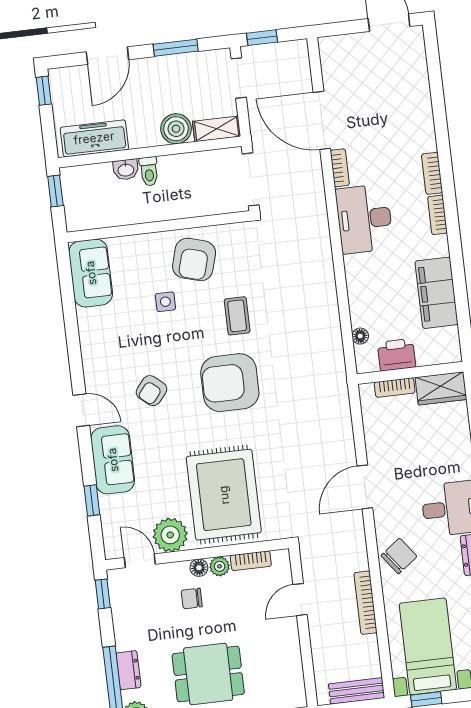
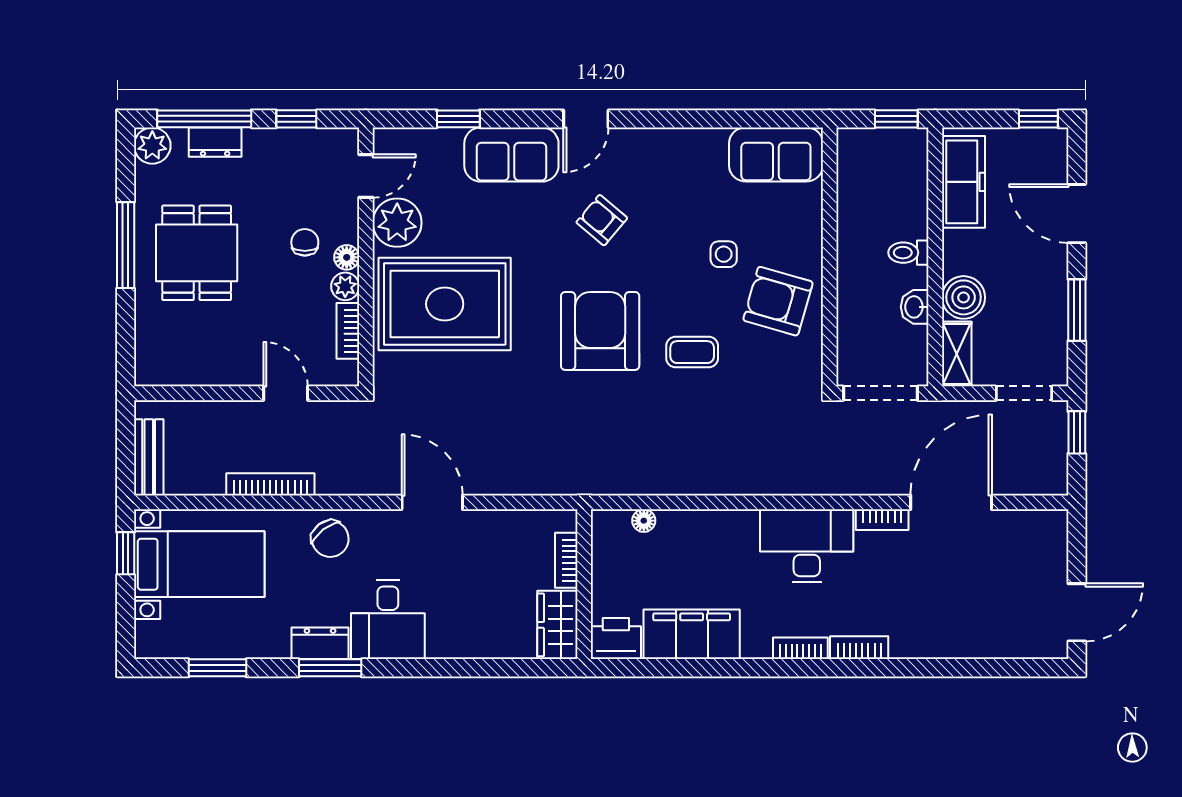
washbasin: (126, 170) -> (915, 307), moved
printer: (397, 355) -> (616, 639), moved, turned -90
window: (103, 594) -> (296, 119), moved

